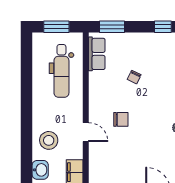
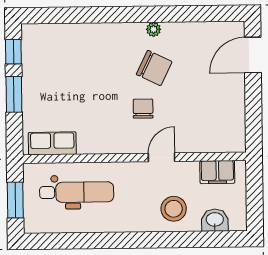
window: (112, 27) -> (14, 94), moved
chair: (134, 77) -> (154, 68), moved, width x1.87, depth x1.87

